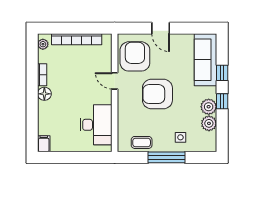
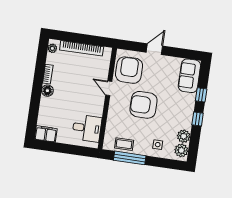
door: (161, 28) -> (154, 49), swing flipped
sofa: (205, 60) -> (189, 76), width x0.73
plant: (209, 107) -> (181, 150), moved
desk: (96, 125) -> (87, 128), width x0.73
filing cabinet: (44, 144) -> (46, 134), width x2.00
window: (167, 157) -> (130, 158), moved

